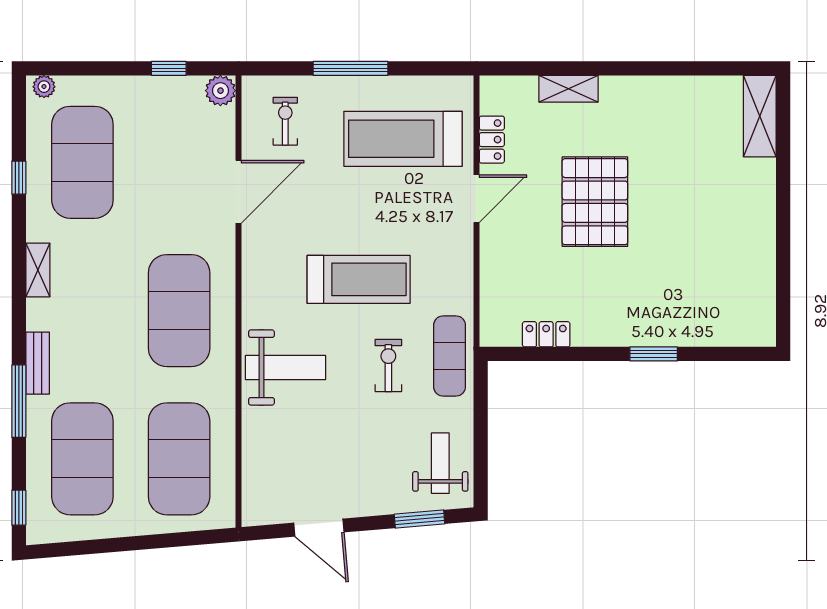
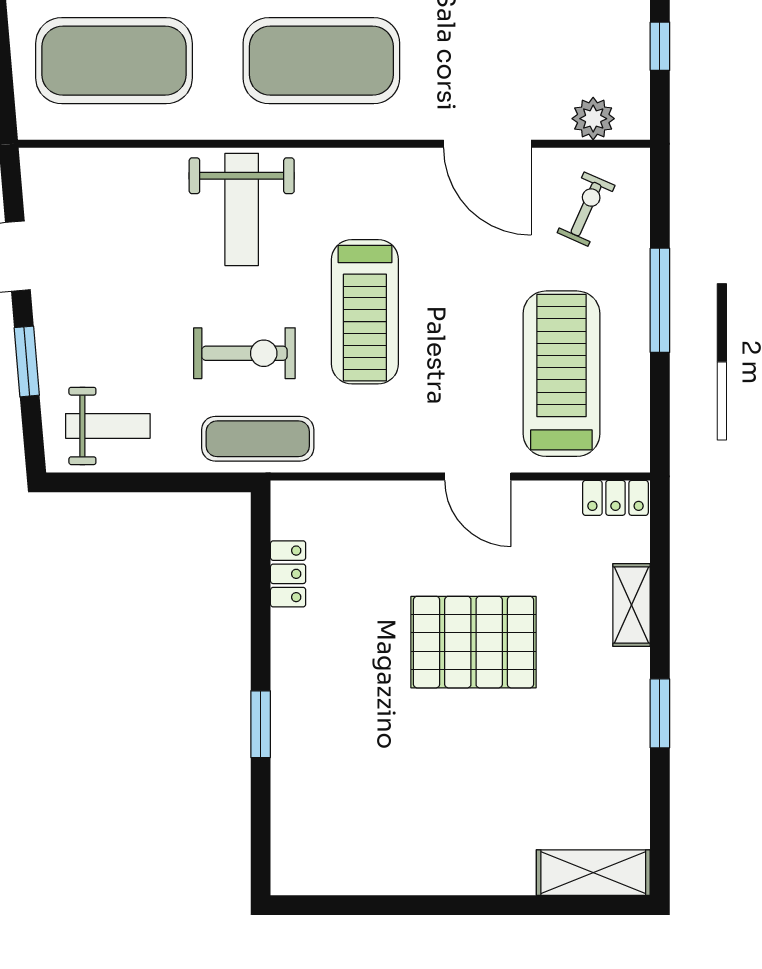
window: (646, 68) -> (660, 713), added
plant: (220, 91) -> (593, 119), moved
exercise bike: (285, 121) -> (586, 209), turned -66
locker: (492, 140) -> (615, 498), moved
exercise bike: (388, 366) -> (244, 353), width x1.38, depth x1.39
window: (419, 519) -> (27, 361), moved

